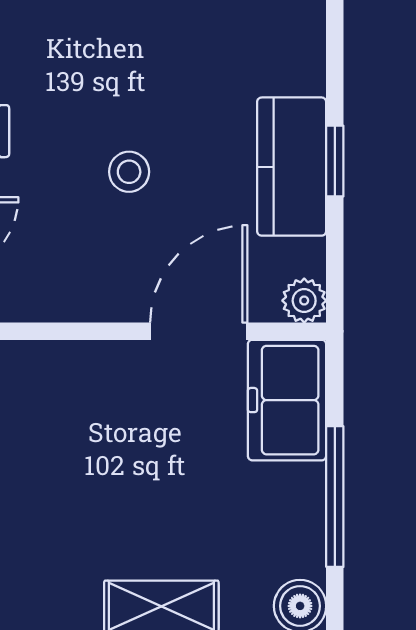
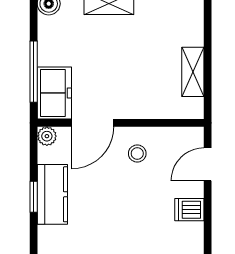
stool: (129, 172) -> (137, 154), moved
window: (335, 497) -> (34, 72), moved

